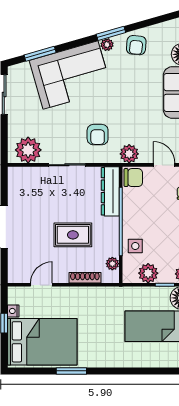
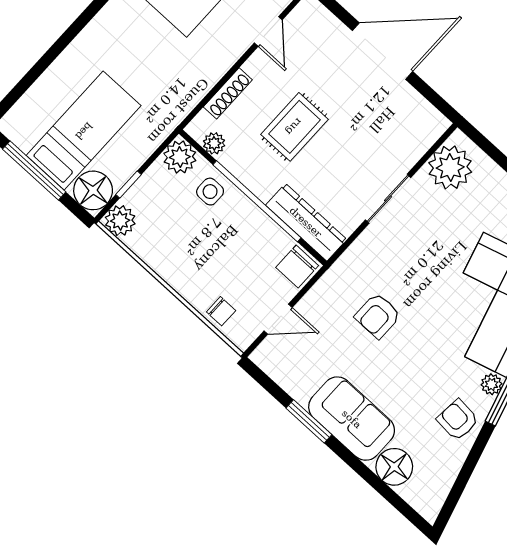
armchair: (98, 135) -> (378, 316), moved, turned -90
plant: (129, 154) -> (331, 288), removed
plant: (148, 273) -> (180, 157), moved

